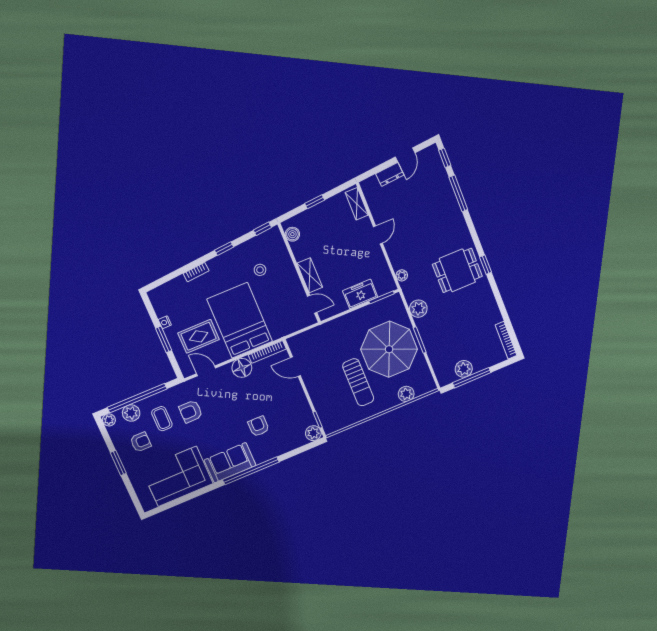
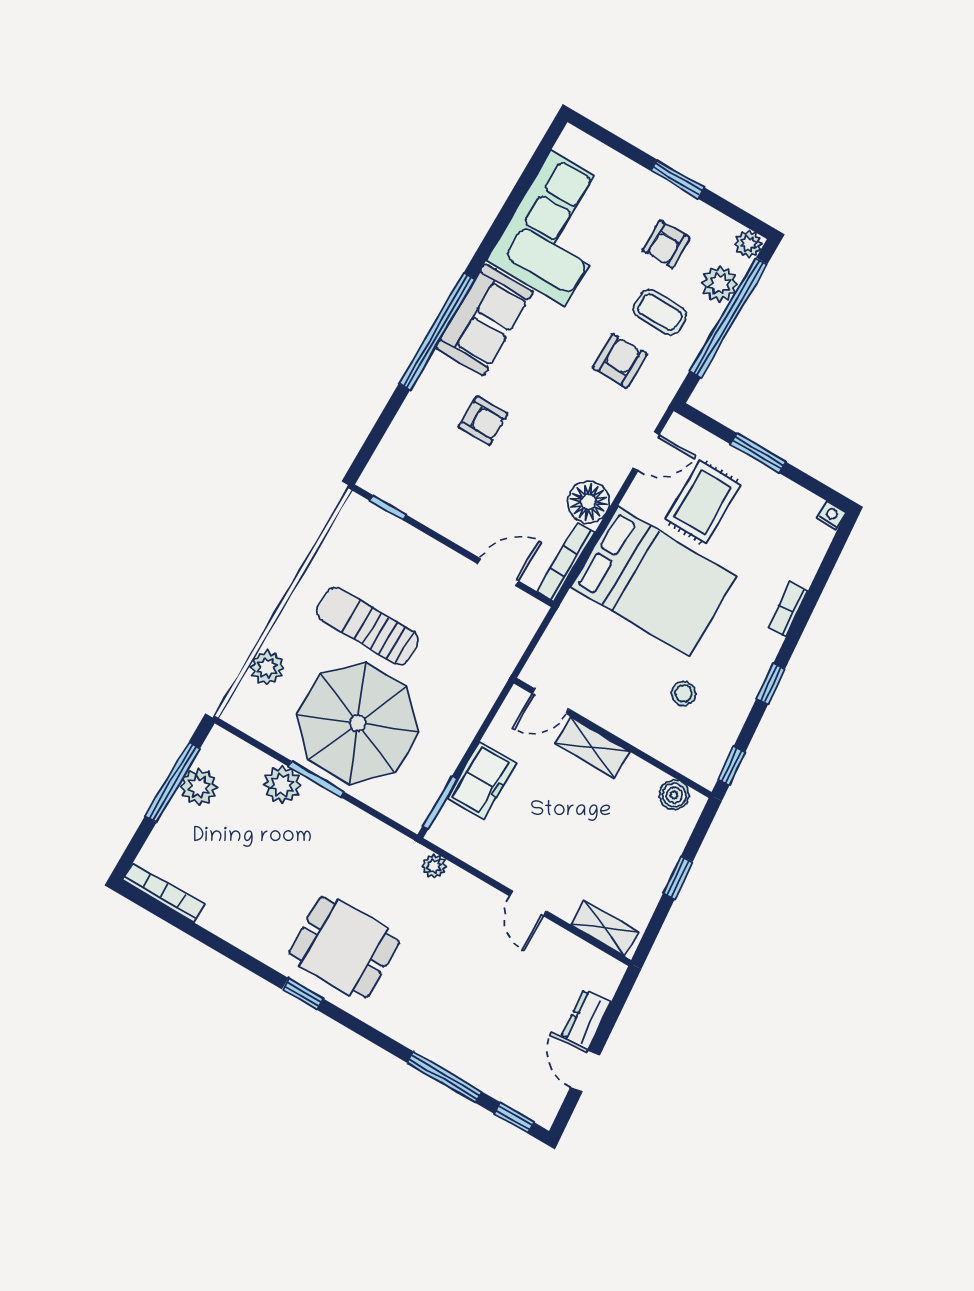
dining table: (457, 270) -> (344, 947), turned 90
plant: (418, 309) -> (282, 785), moved
nightstand: (165, 322) -> (831, 515), moved
plant: (313, 433) -> (378, 478), removed

